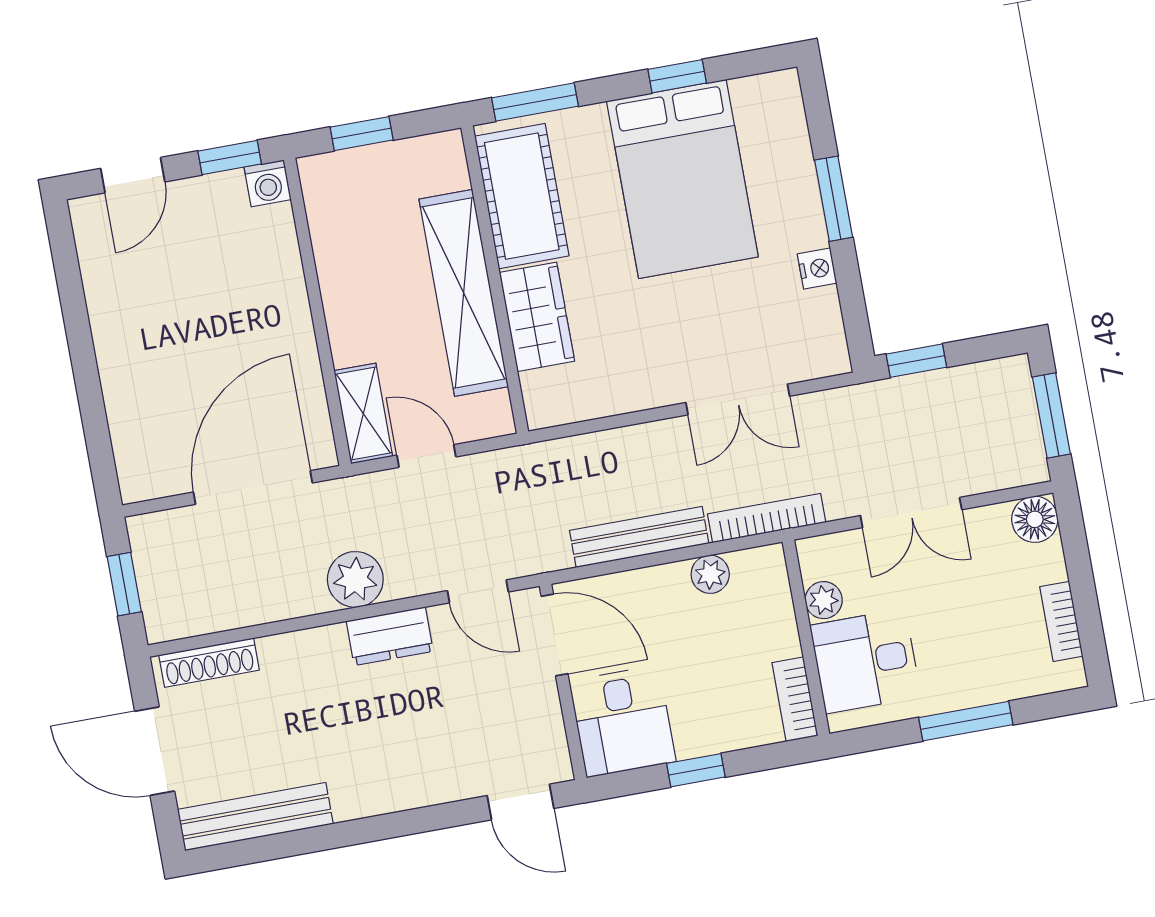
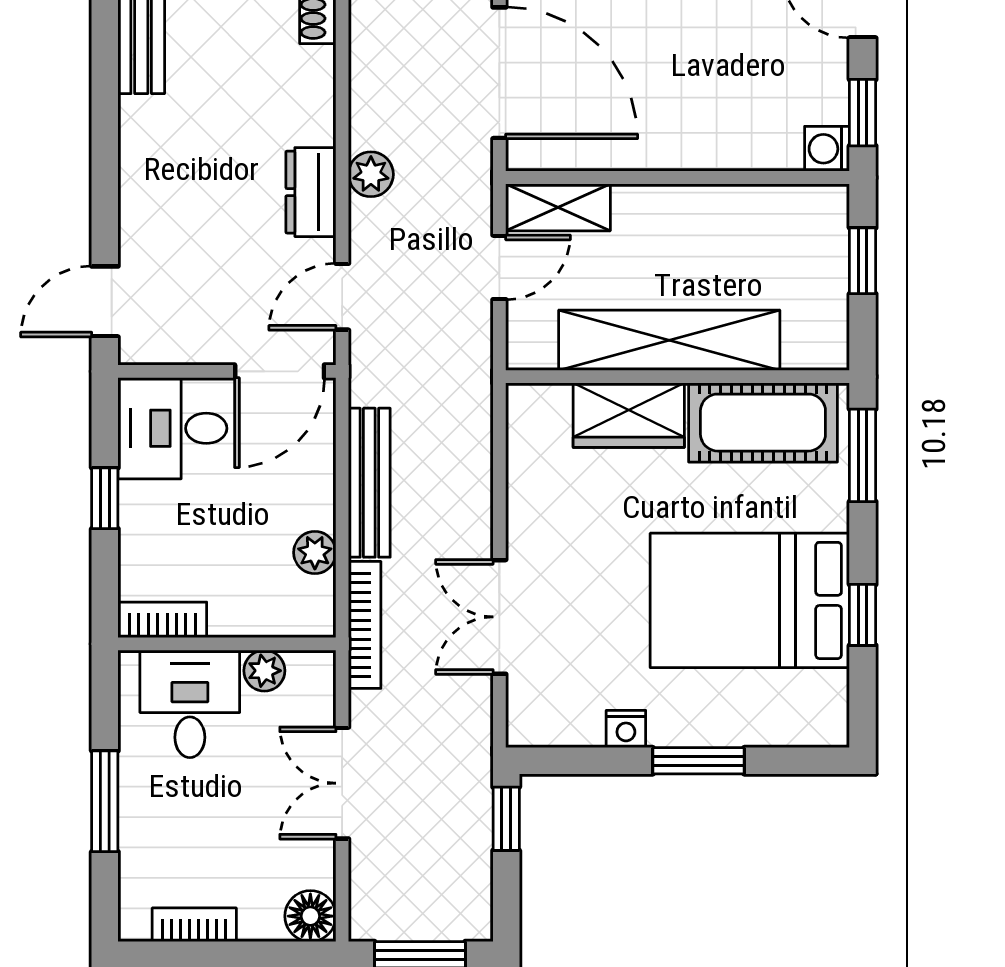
plant: (355, 579) -> (371, 174), width x0.73, depth x0.73

